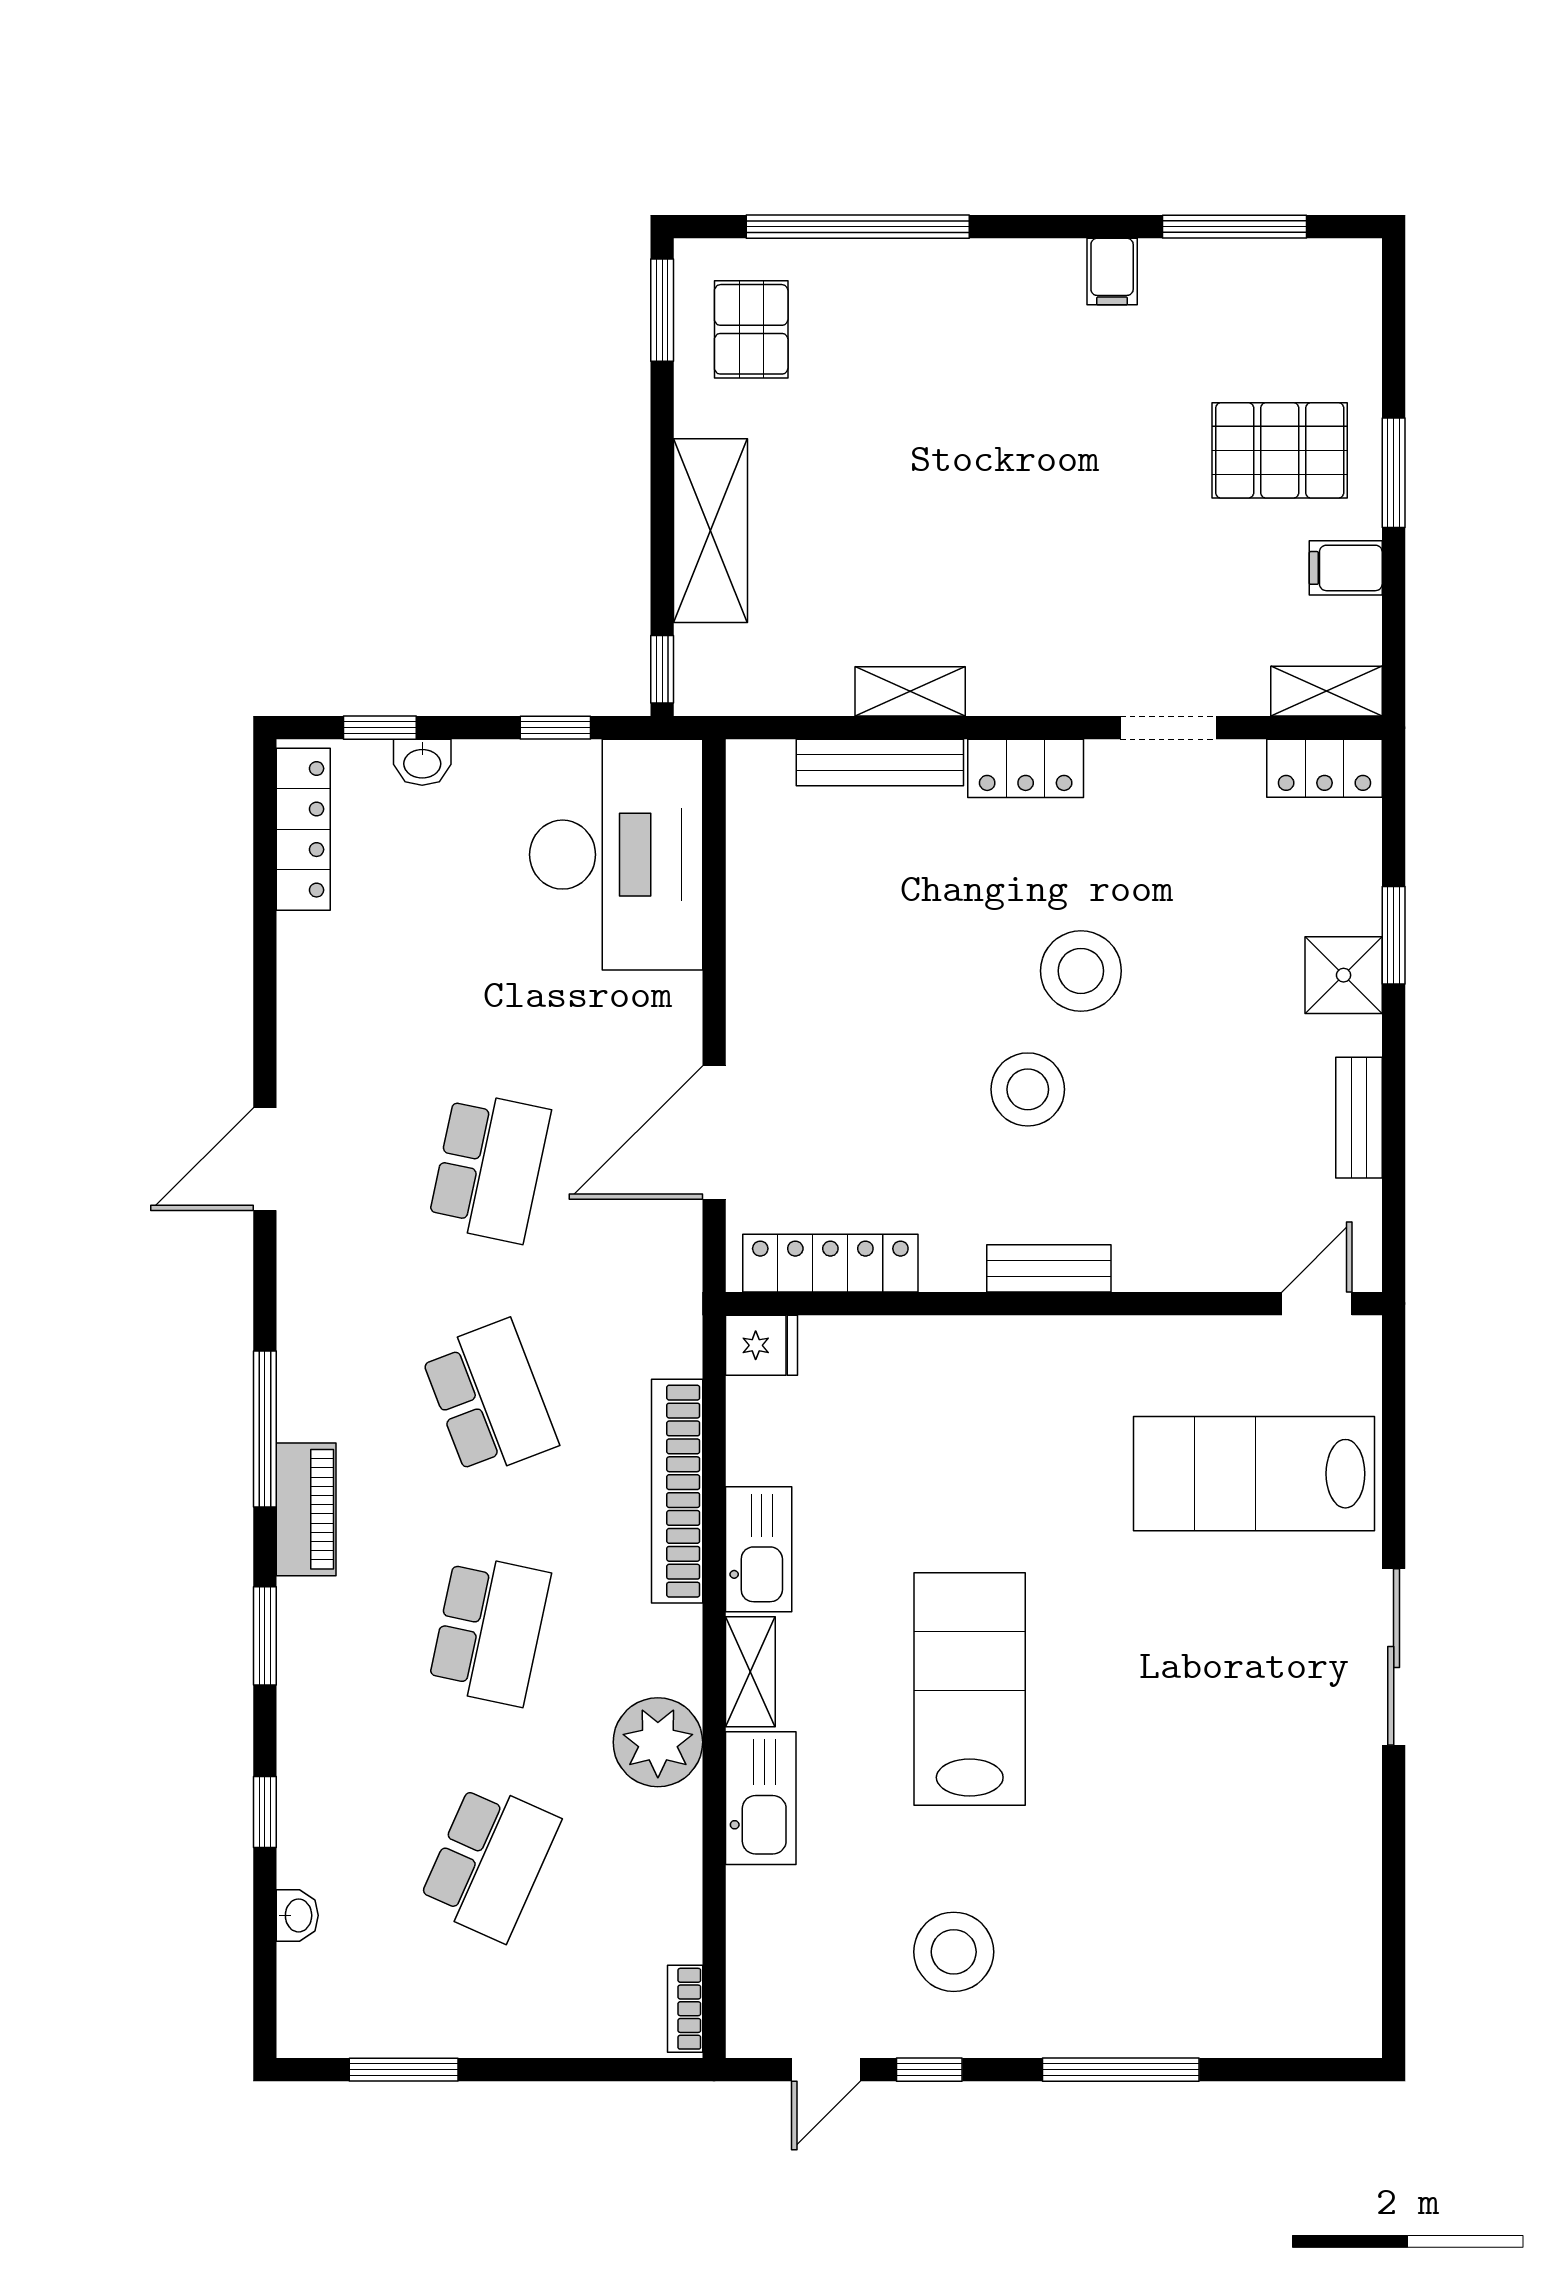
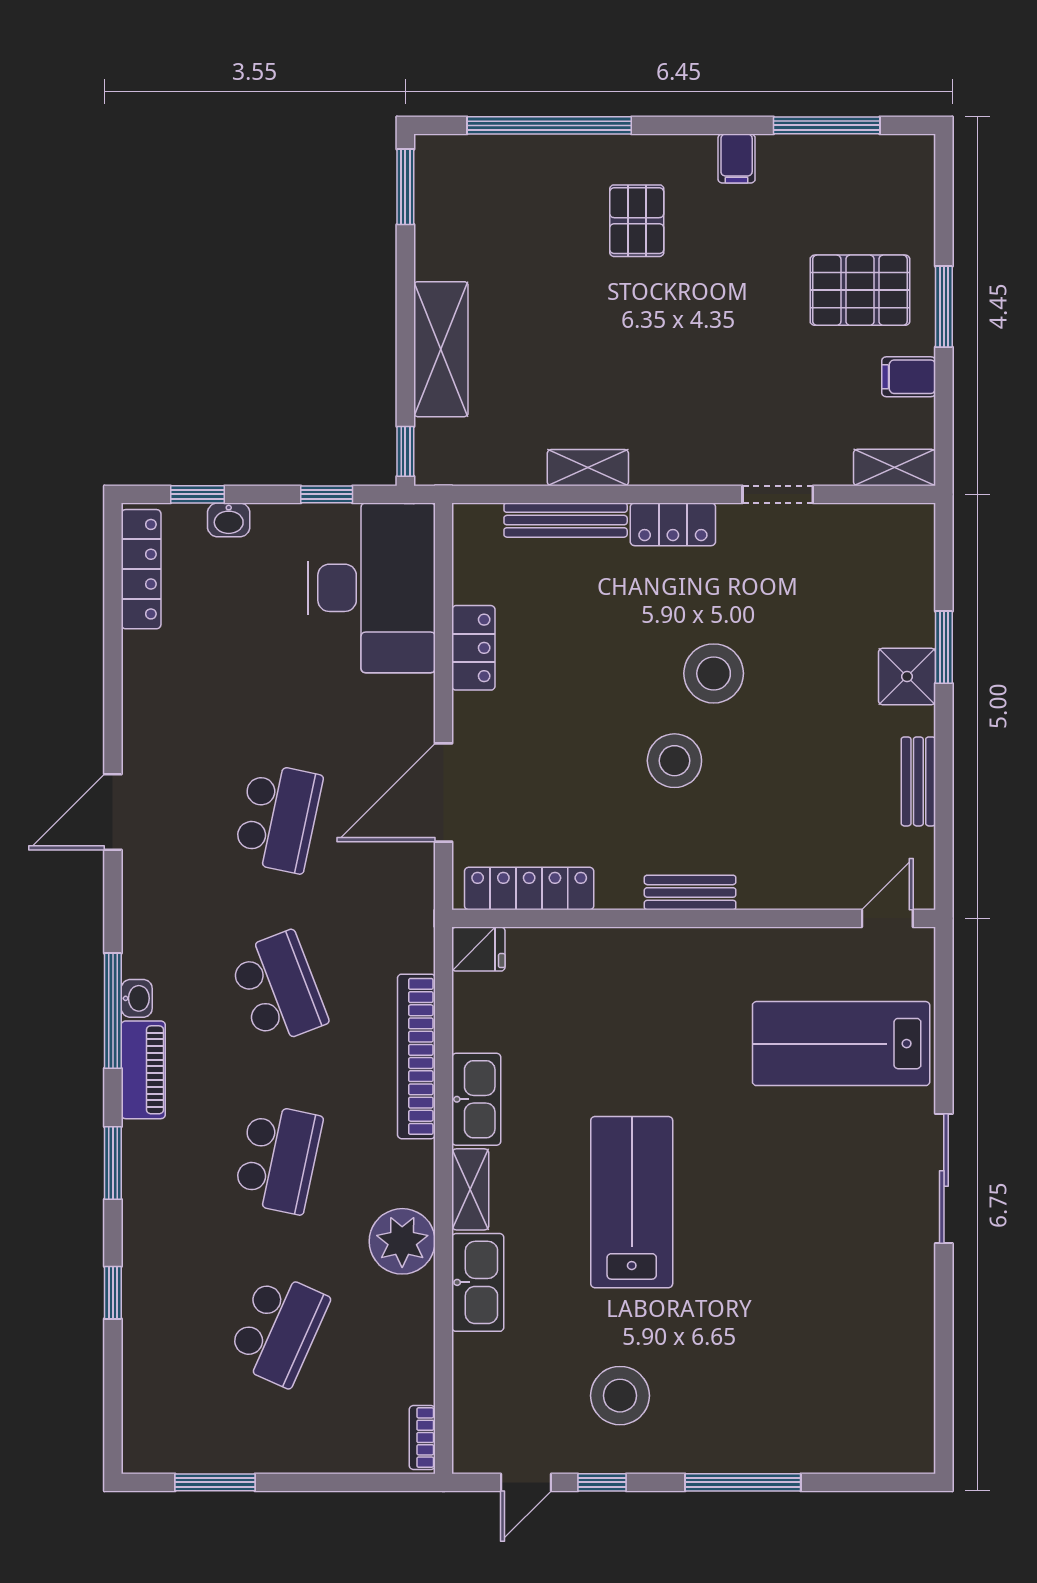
pallet: (751, 329) -> (637, 221), moved
locker: (1325, 768) -> (473, 648), moved, turned -90
washbasin: (297, 1915) -> (137, 998), moved

